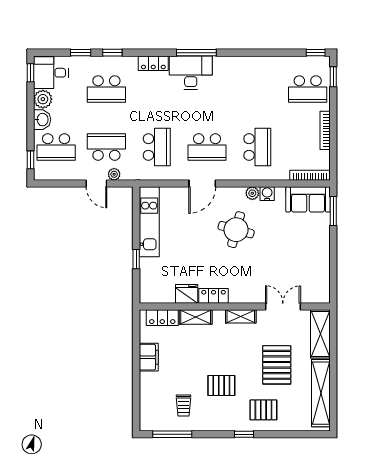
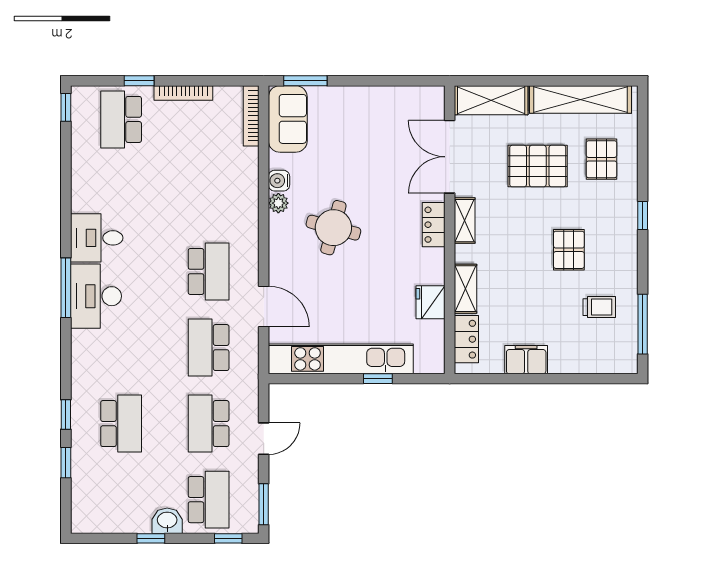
locker: (153, 63) -> (82, 353), removed
window: (31, 73) -> (151, 538), moved
desk: (51, 73) -> (97, 238), moved, turned 90
window: (333, 77) -> (139, 81), moved
school desk: (308, 89) -> (121, 119), turned 180
plant: (43, 99) -> (136, 520), removed
school desk: (157, 147) -> (209, 348), turned -90
school desk: (257, 147) -> (209, 195), removed
plant: (114, 174) -> (250, 412), removed
window: (53, 183) -> (264, 504), added
door: (202, 183) -> (264, 306), moved
kitchen unit: (149, 222) -> (341, 359), width x1.36
locker: (214, 296) -> (434, 225), moved
double door: (283, 306) -> (450, 157), width x1.37
pallet: (263, 410) -> (601, 159), moved

